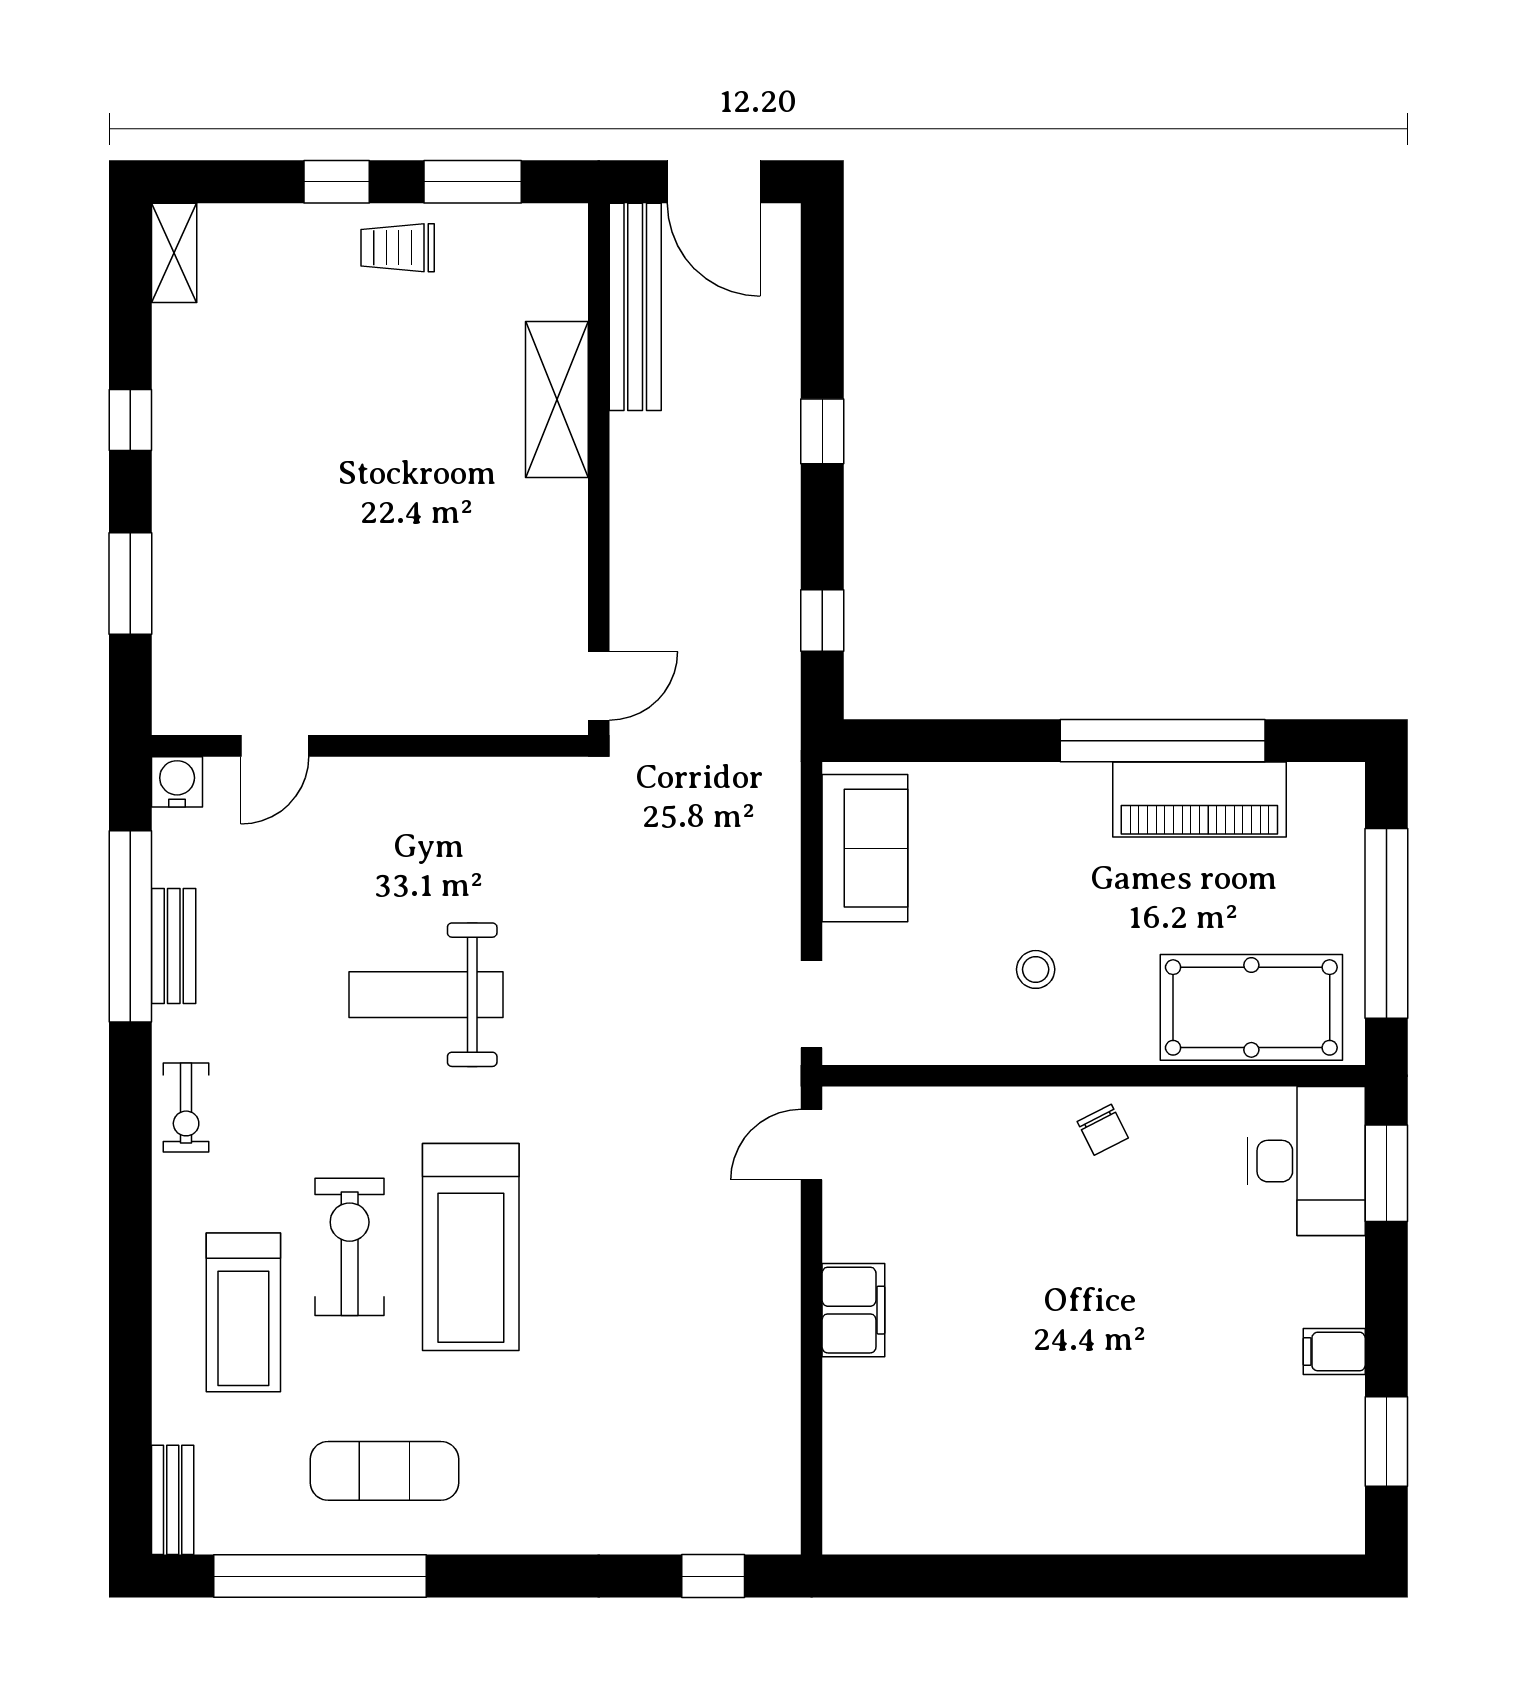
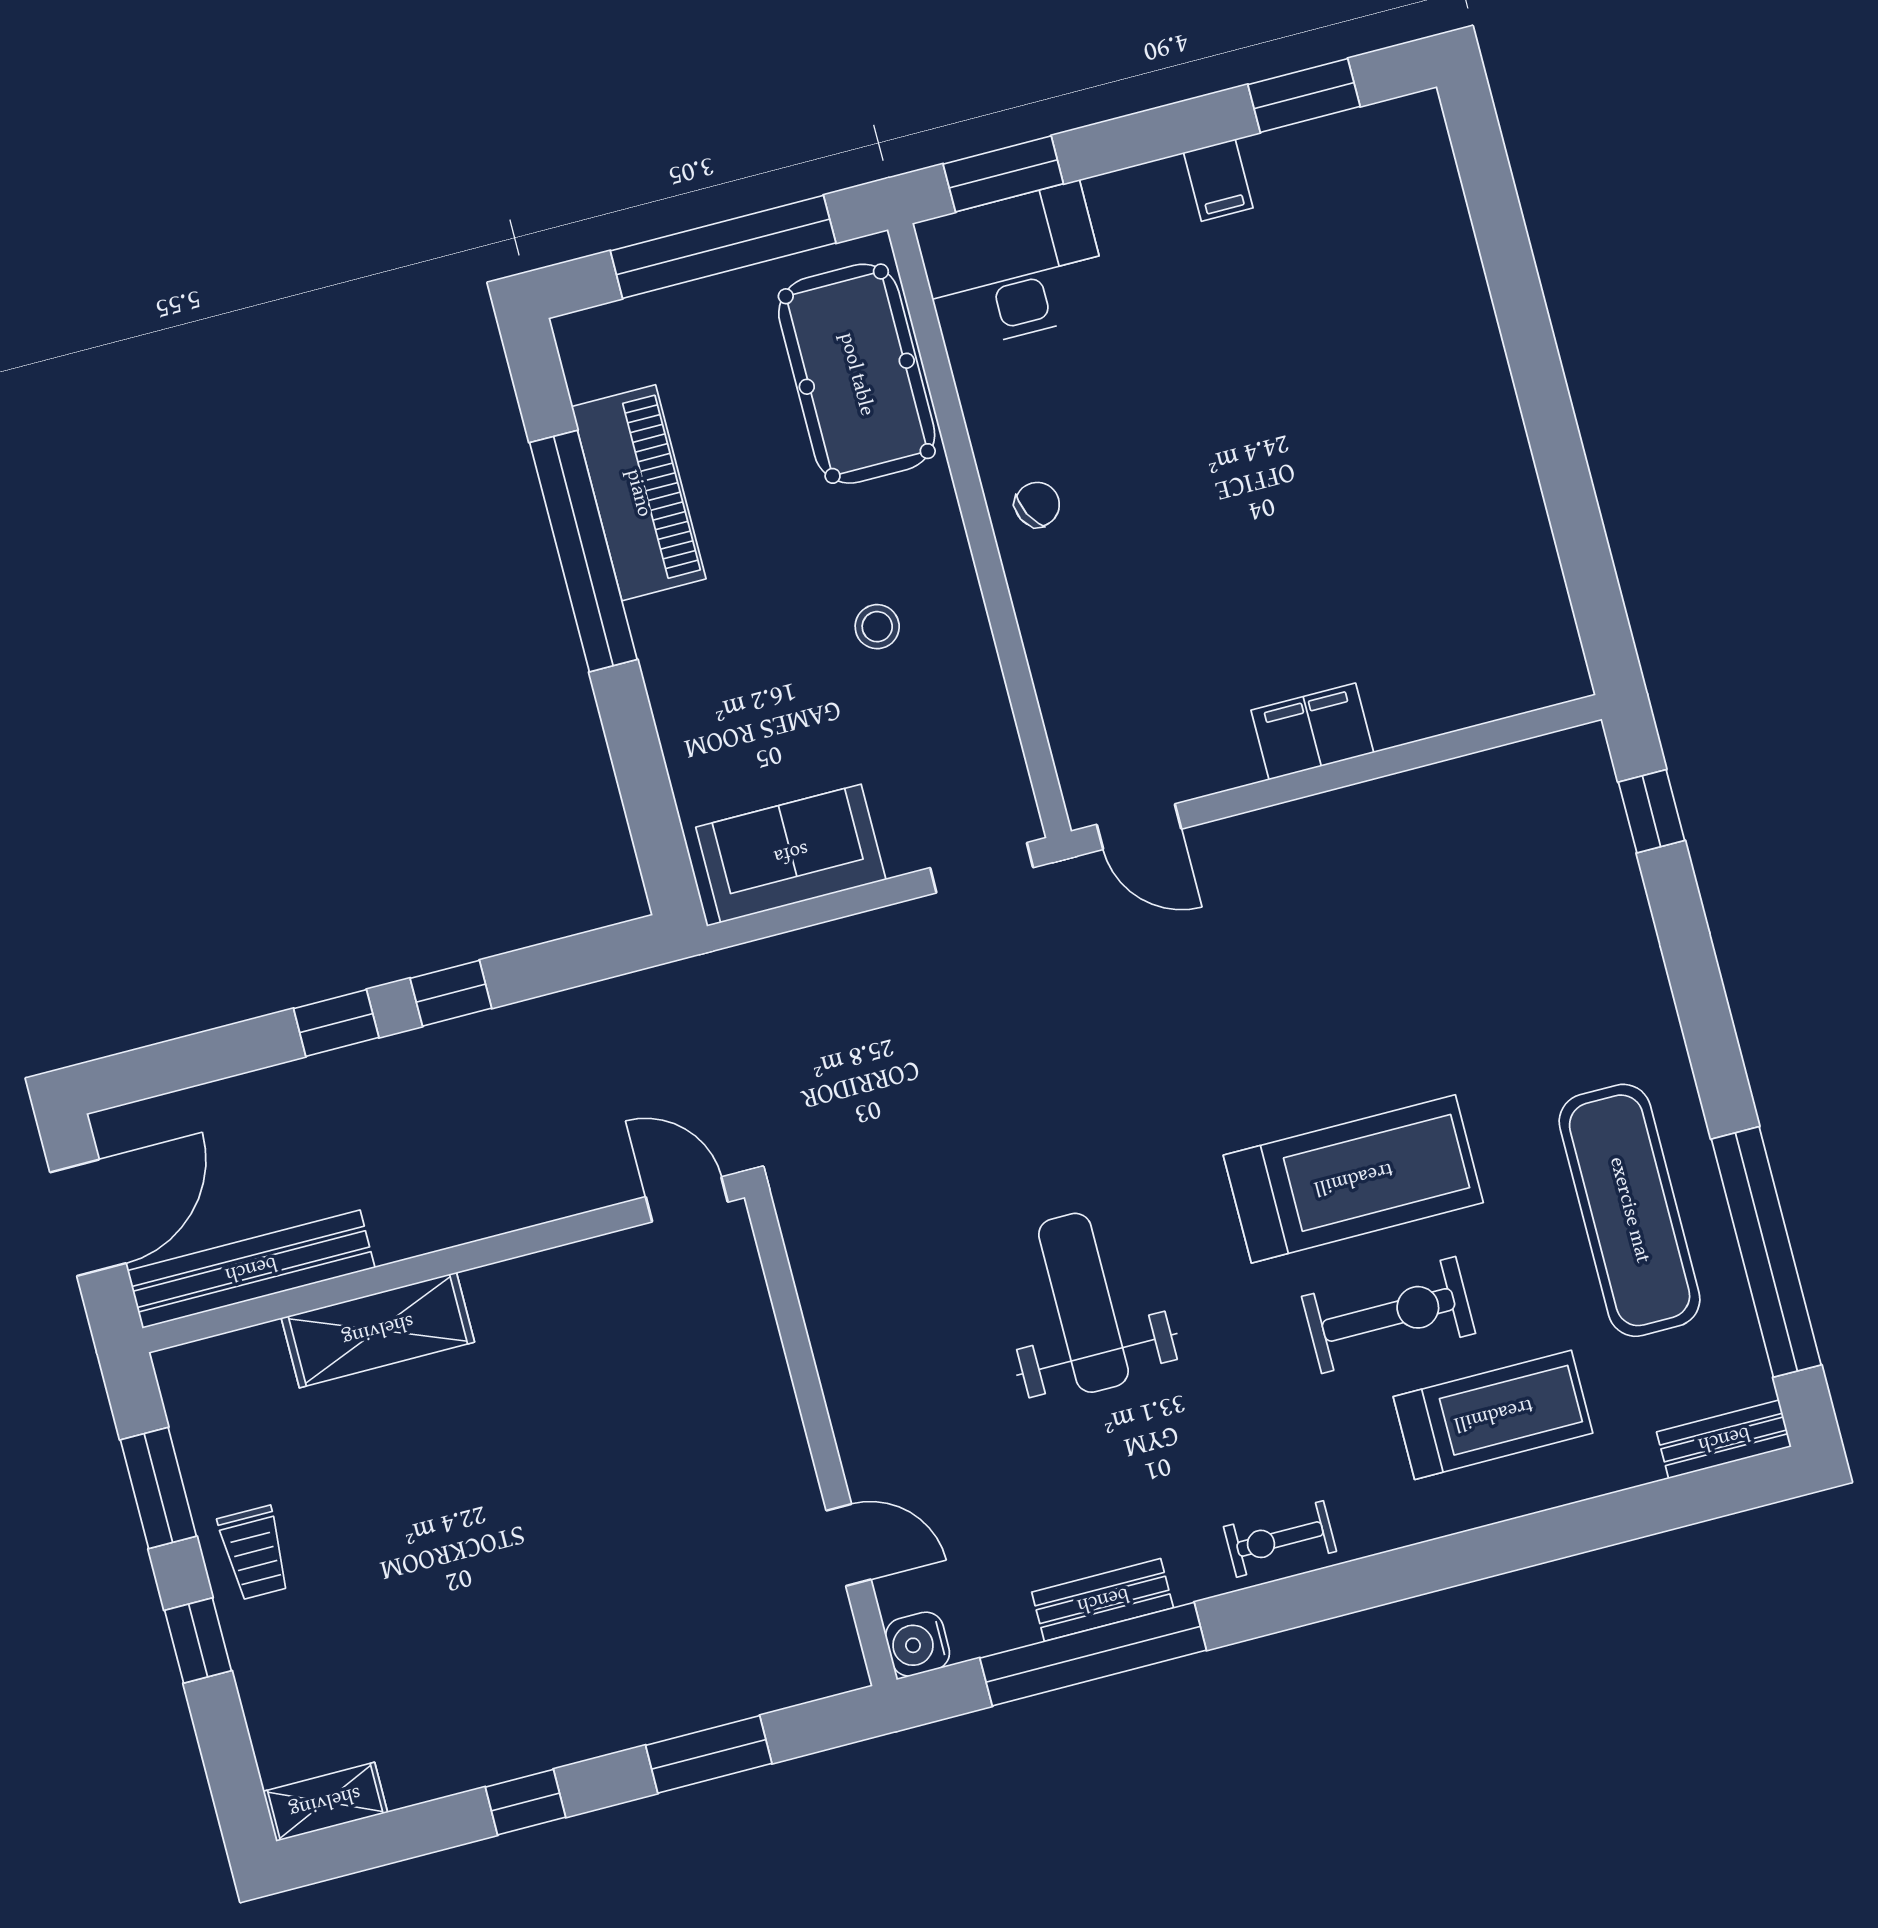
window: (822, 621) -> (451, 993), moved
weight bench: (426, 995) -> (1083, 1303), turned 180
exercise bike: (186, 1107) -> (1280, 1539), turned 180
exercise bike: (350, 1247) -> (1389, 1315), turned 180
exercise mat: (384, 1471) -> (1630, 1210), width x1.36, depth x1.45

